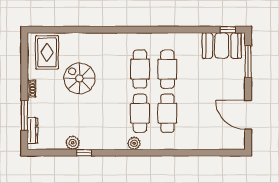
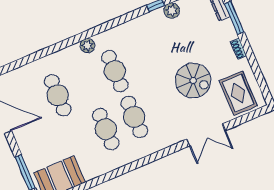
double door: (88, 30) -> (206, 135), added
cafe table: (167, 113) -> (58, 95), moved
plant: (134, 143) -> (88, 46), moved

